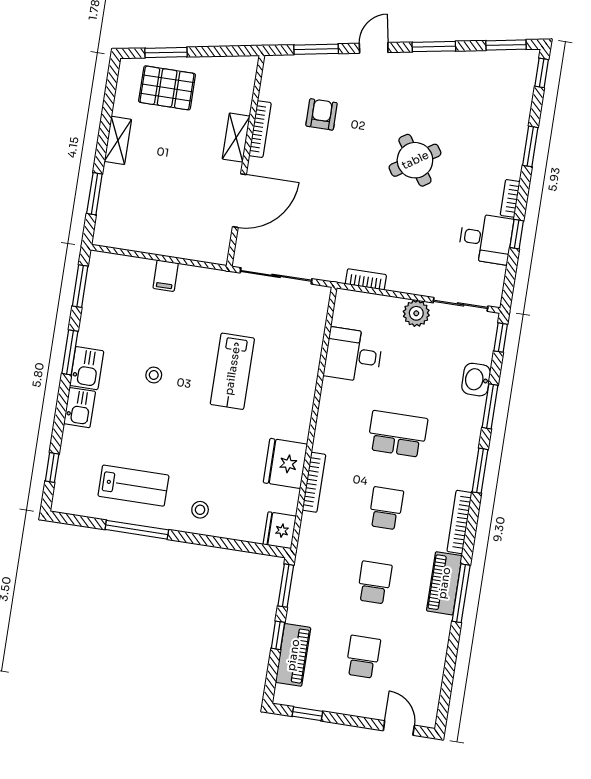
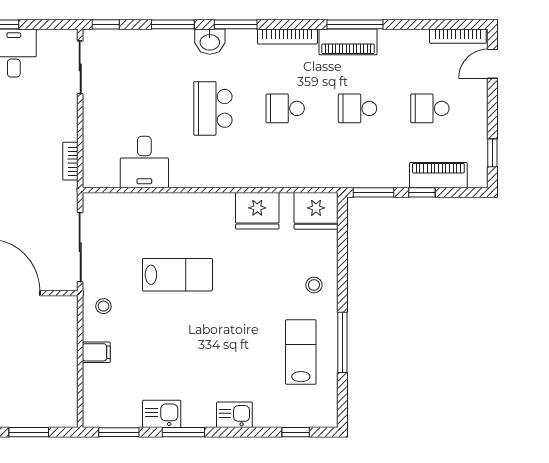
plant: (416, 313) -> (95, 108), removed
kitchen sink: (87, 368) -> (162, 414), moved
stool: (154, 375) -> (103, 306), moved
washbasin: (476, 380) -> (210, 42), moved
bookcase: (314, 482) -> (458, 36), moved, turned 180
fridge: (280, 530) -> (316, 211), width x1.36, depth x1.34

